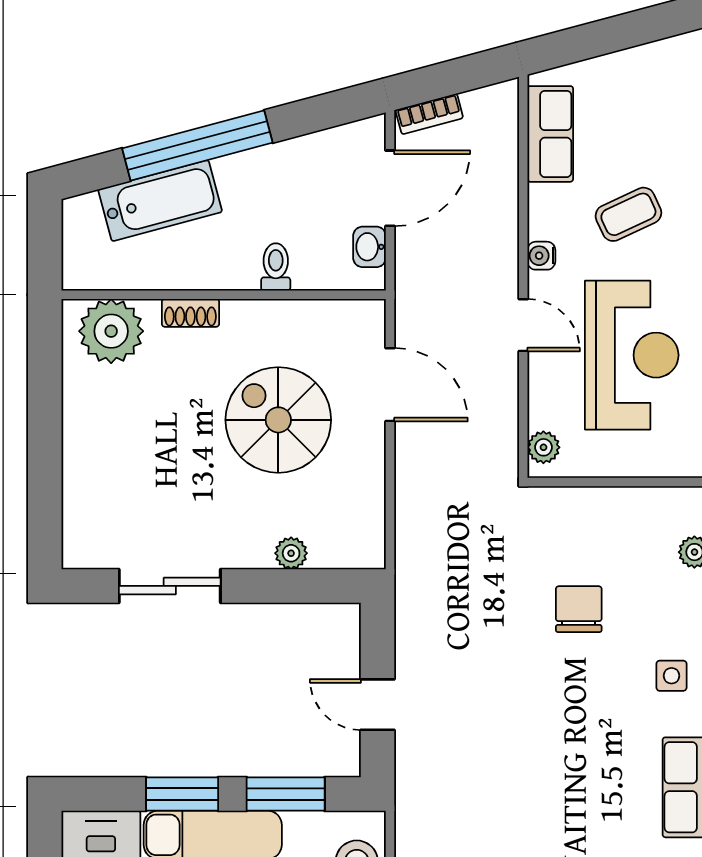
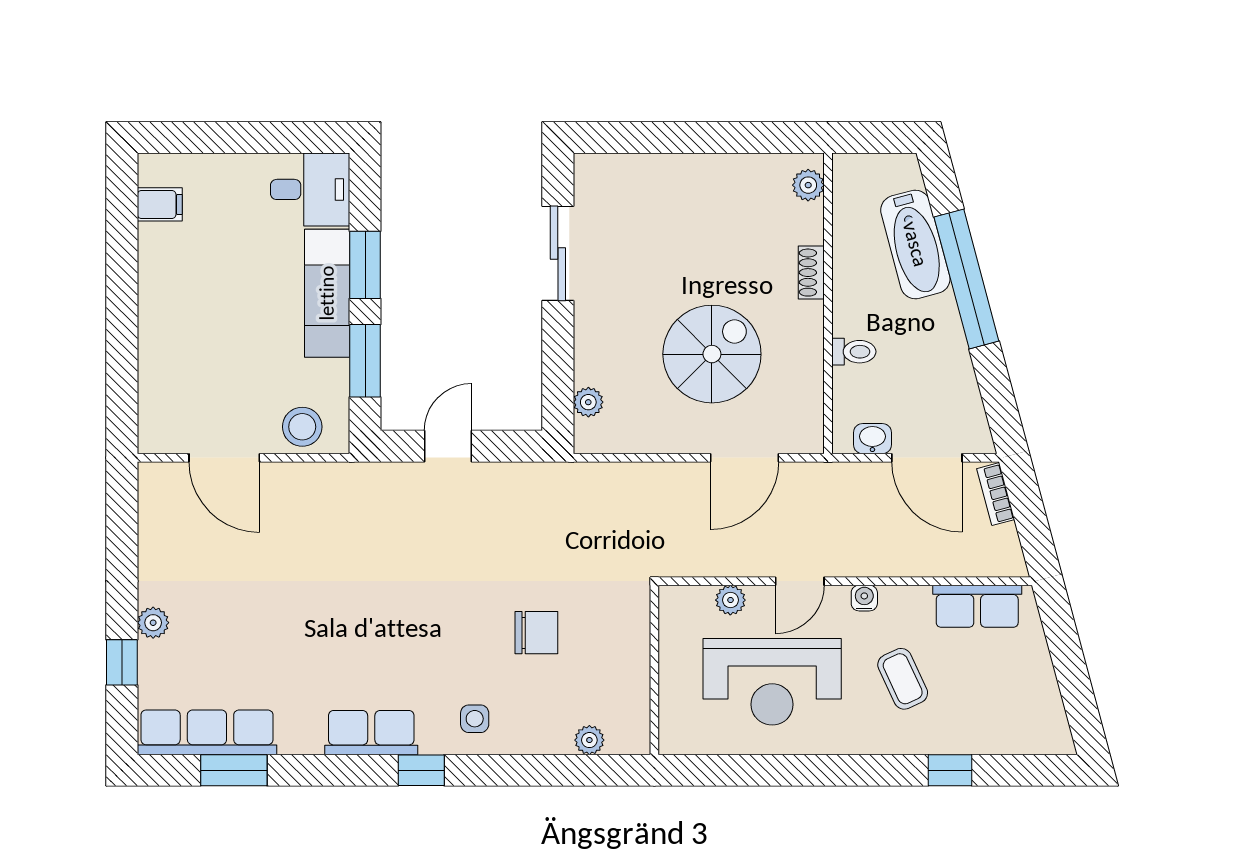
plant: (111, 331) -> (808, 185), width x0.53, depth x0.53
plant: (543, 447) -> (730, 600), moved
plant: (291, 553) -> (588, 402), moved

